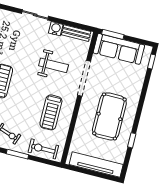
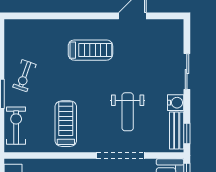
window: (80, 26) -> (187, 133), added
treadmill: (51, 112) -> (66, 124), turned 90

